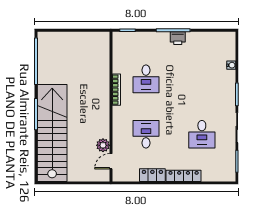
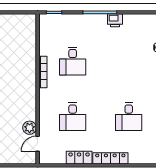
printer: (178, 38) -> (115, 20), moved
desk: (146, 134) -> (73, 117), turned 180

